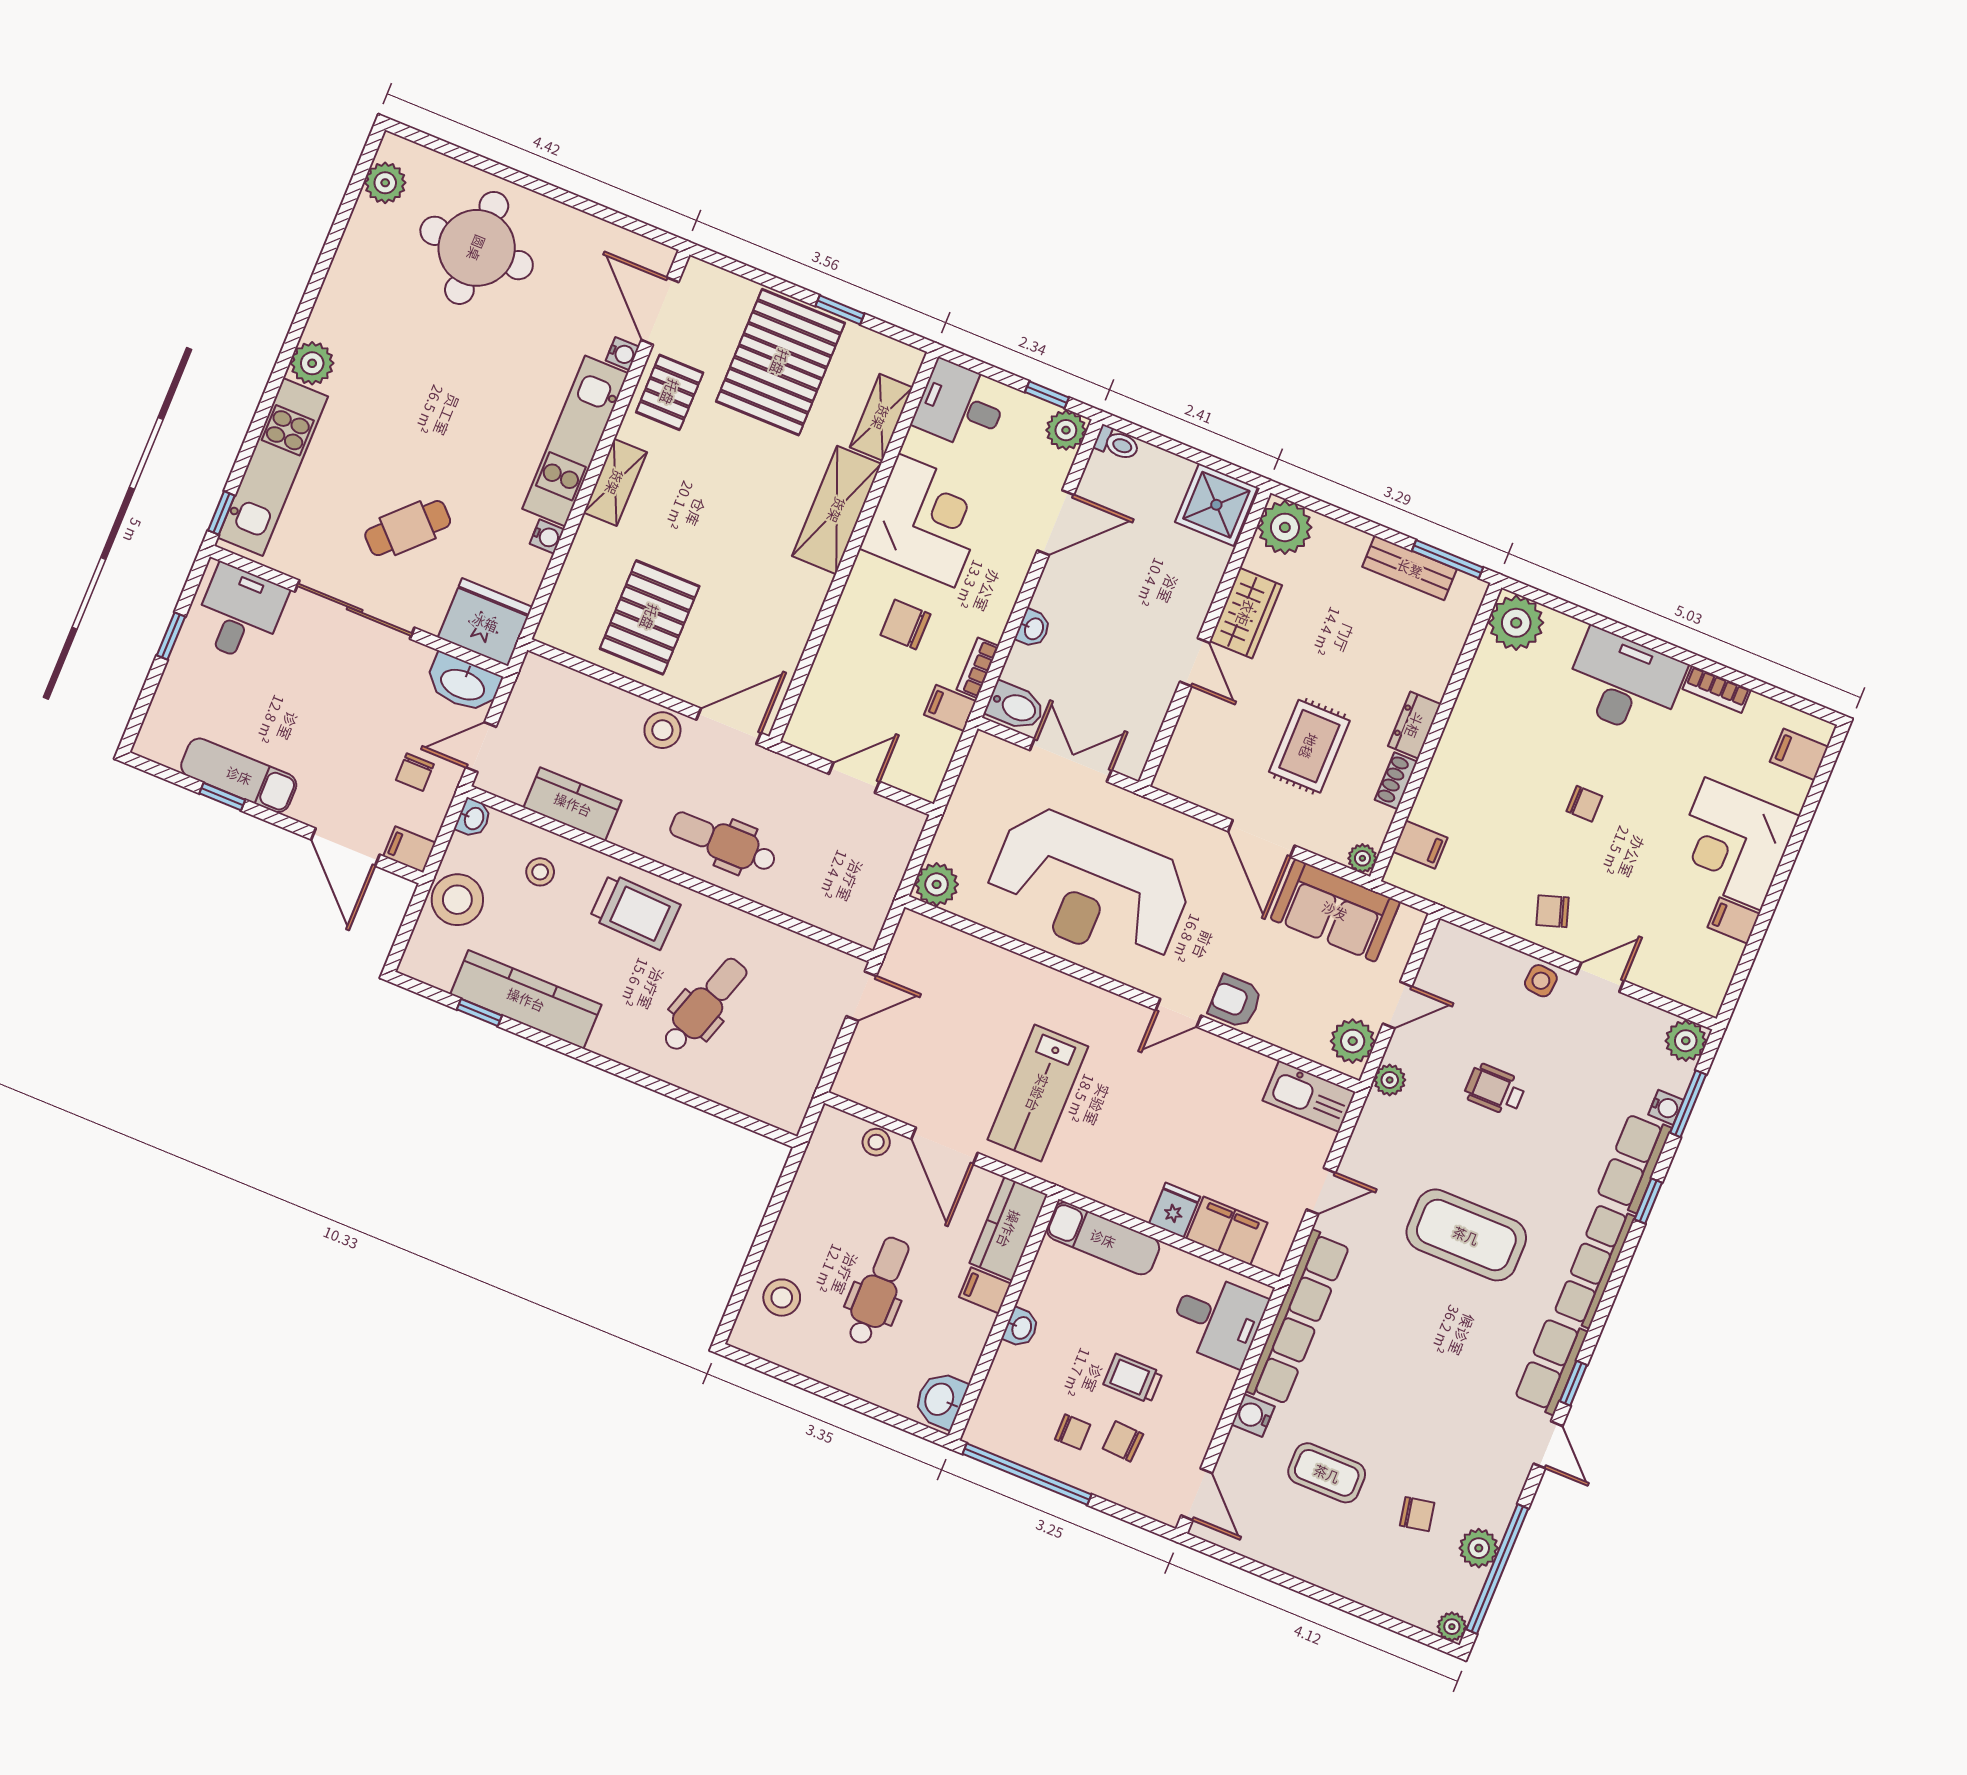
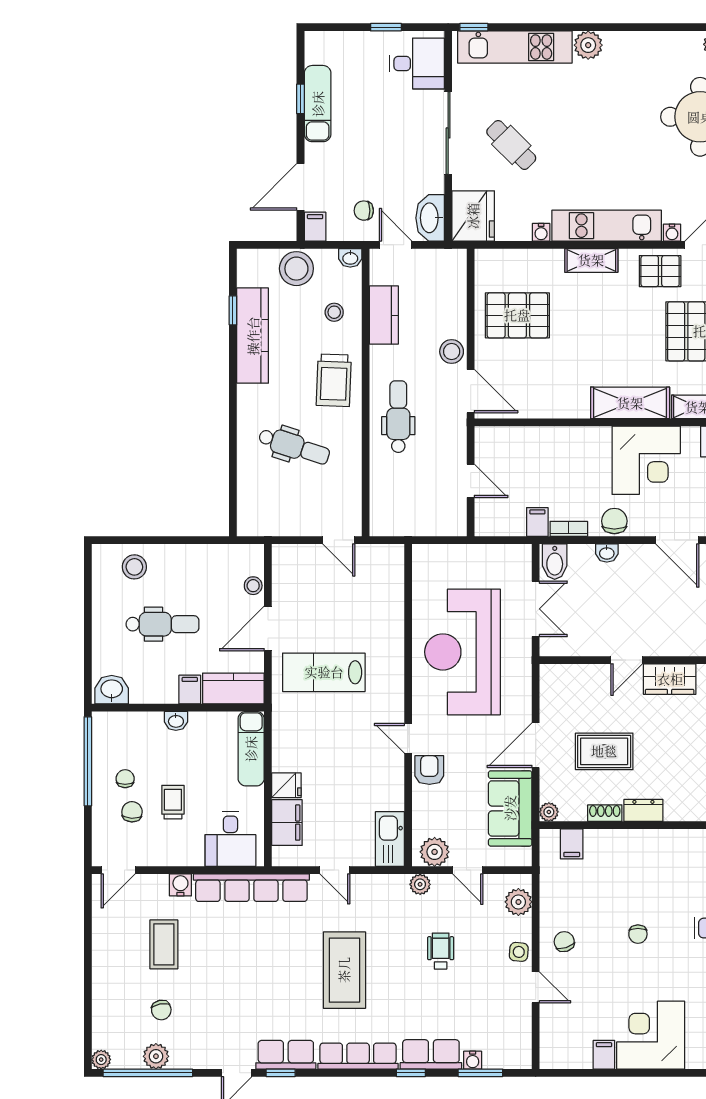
chair: (905, 625) -> (614, 521), moved
plant: (937, 884) -> (426, 558), removed
plant: (1686, 1041) -> (518, 902), moved
chair: (1073, 1432) -> (125, 779), turned 180

